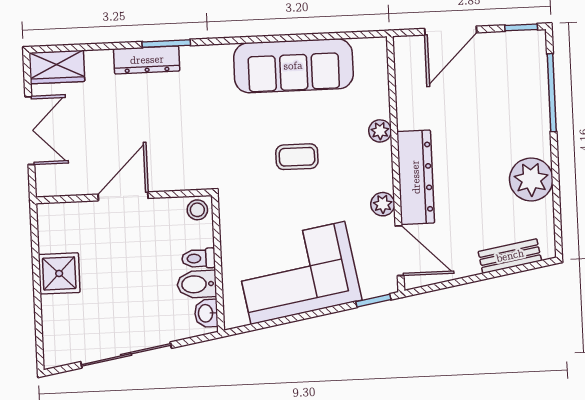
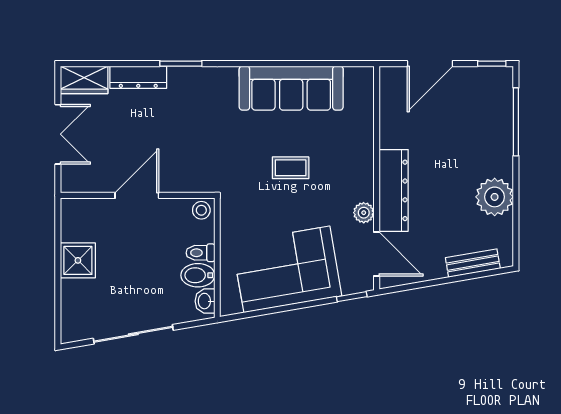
dresser: (147, 60) -> (138, 77), moved
plant: (380, 131) -> (364, 148), removed

